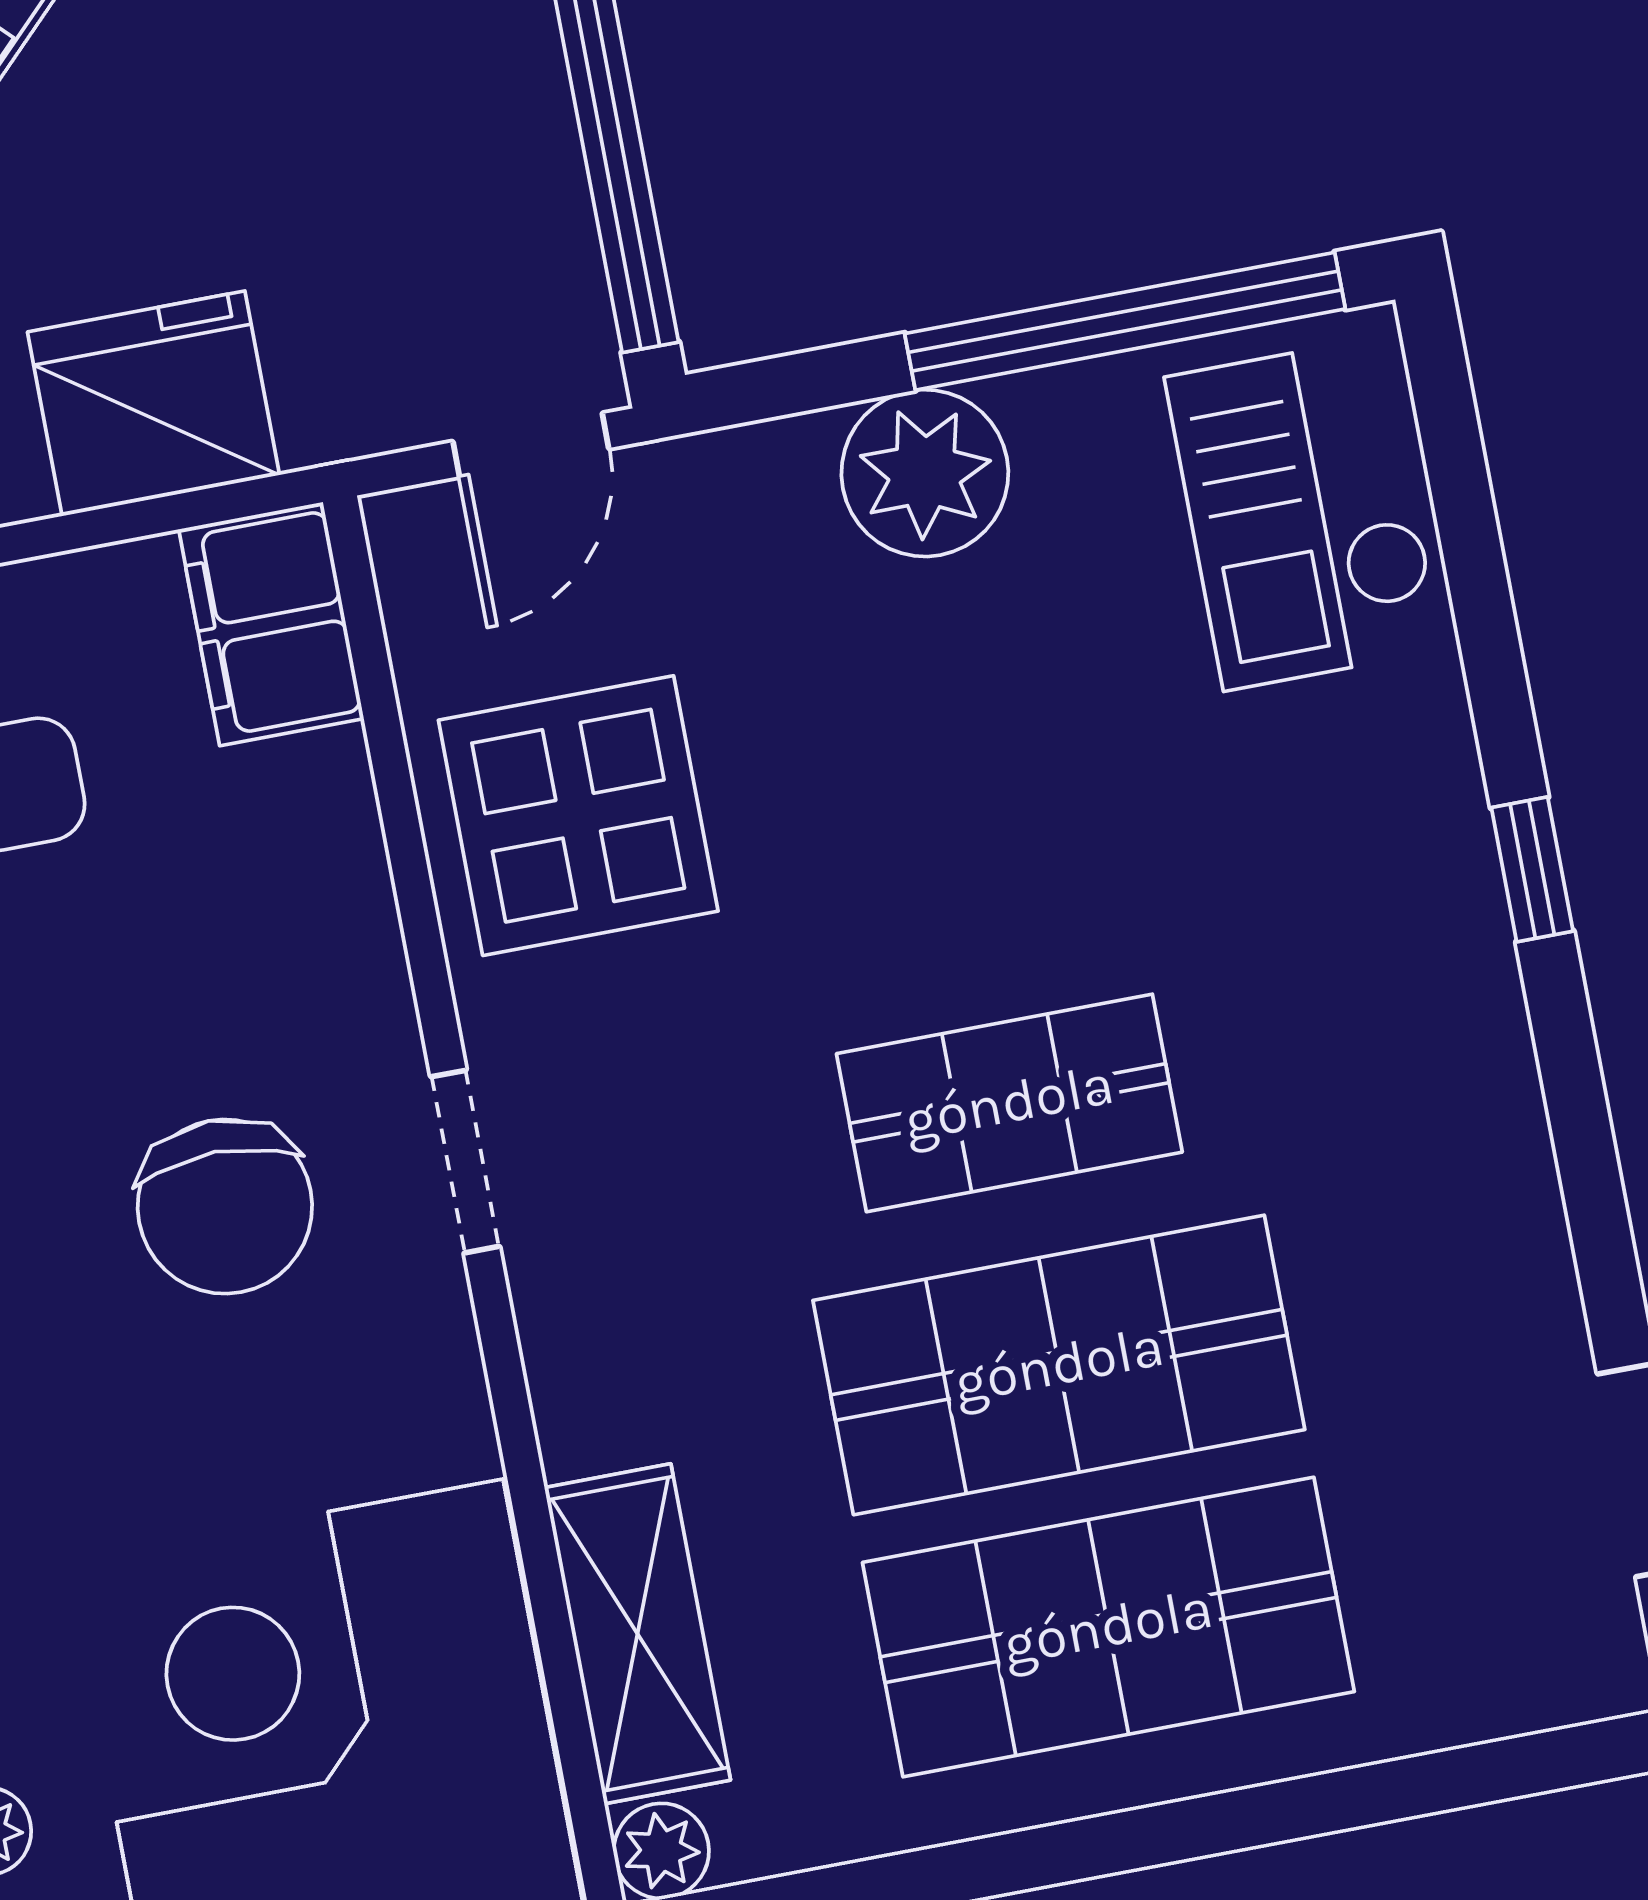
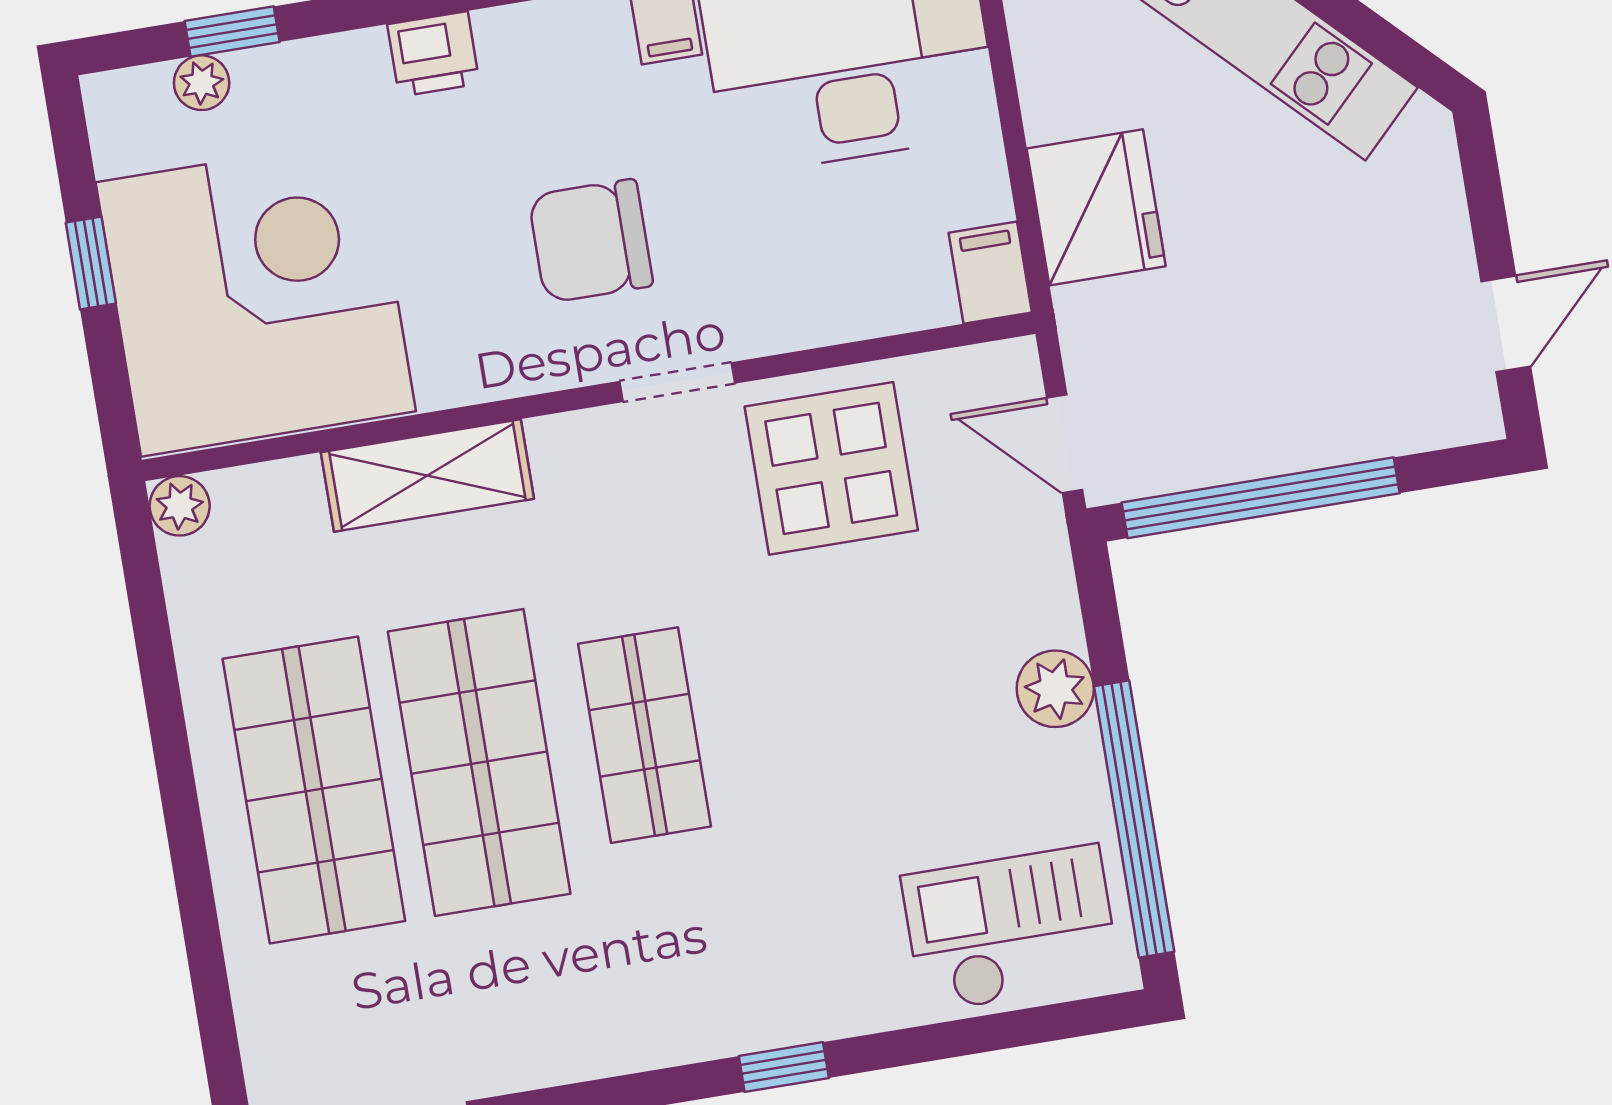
plant: (925, 473) -> (1055, 689), width x0.73, depth x0.73
filing cabinet: (271, 624) -> (990, 273), width x0.50
doorway: (465, 1162) -> (677, 382), moved
shelving: (637, 1634) -> (427, 476), moved

